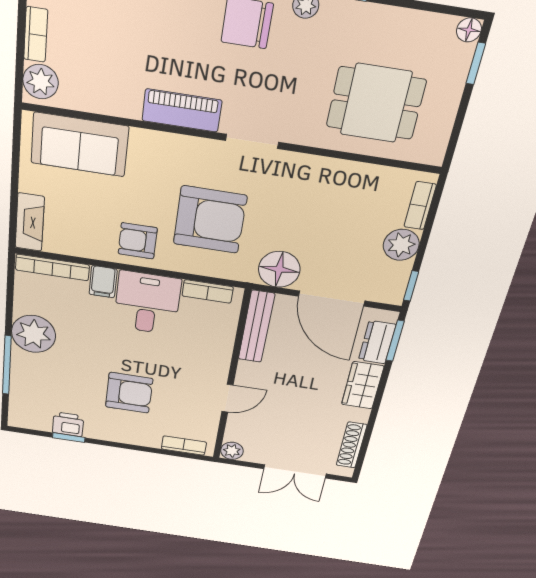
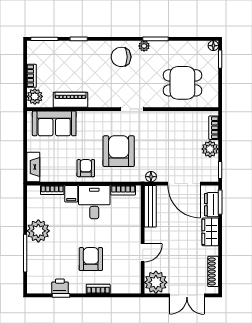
piano: (182, 110) -> (70, 100), moved
armchair: (210, 220) -> (119, 151), turned -90
armchair: (138, 241) -> (86, 168), turned 90
bookcase: (52, 267) -> (52, 190), width x0.64
floor lamp: (279, 269) -> (151, 177), width x0.53, depth x0.53
armchair: (129, 393) -> (91, 259), turned -90
bookcase: (184, 445) -> (98, 289), moved
plant: (232, 451) -> (156, 282), width x1.88, depth x1.88

